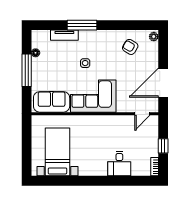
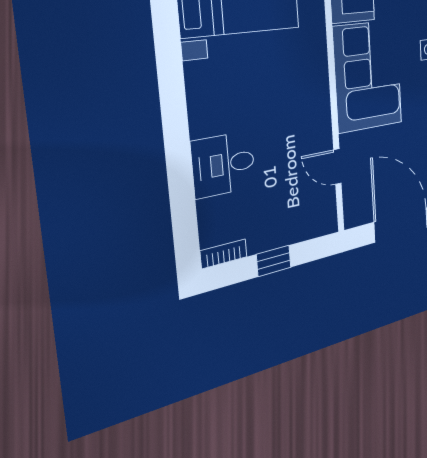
door: (142, 114) -> (337, 167), moved

